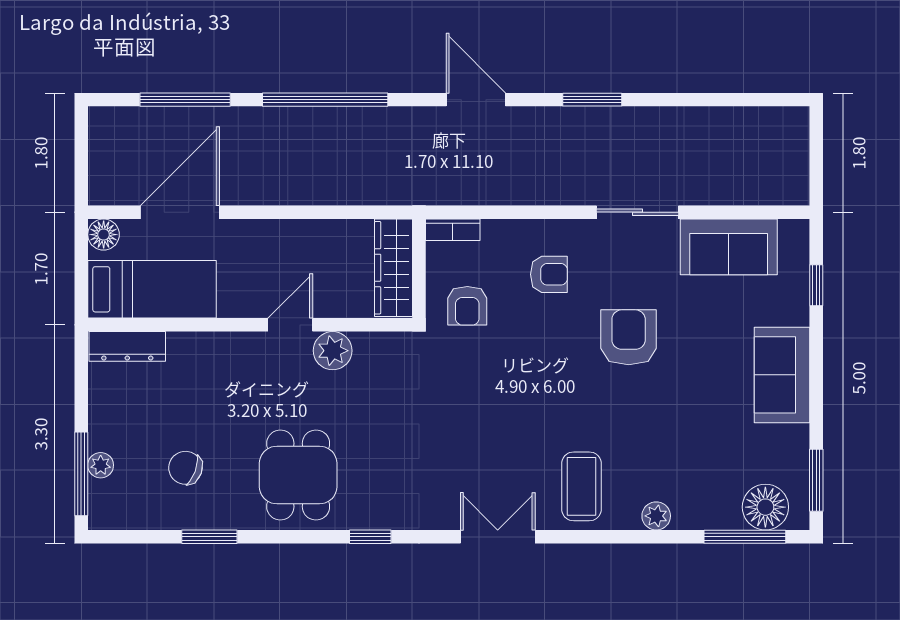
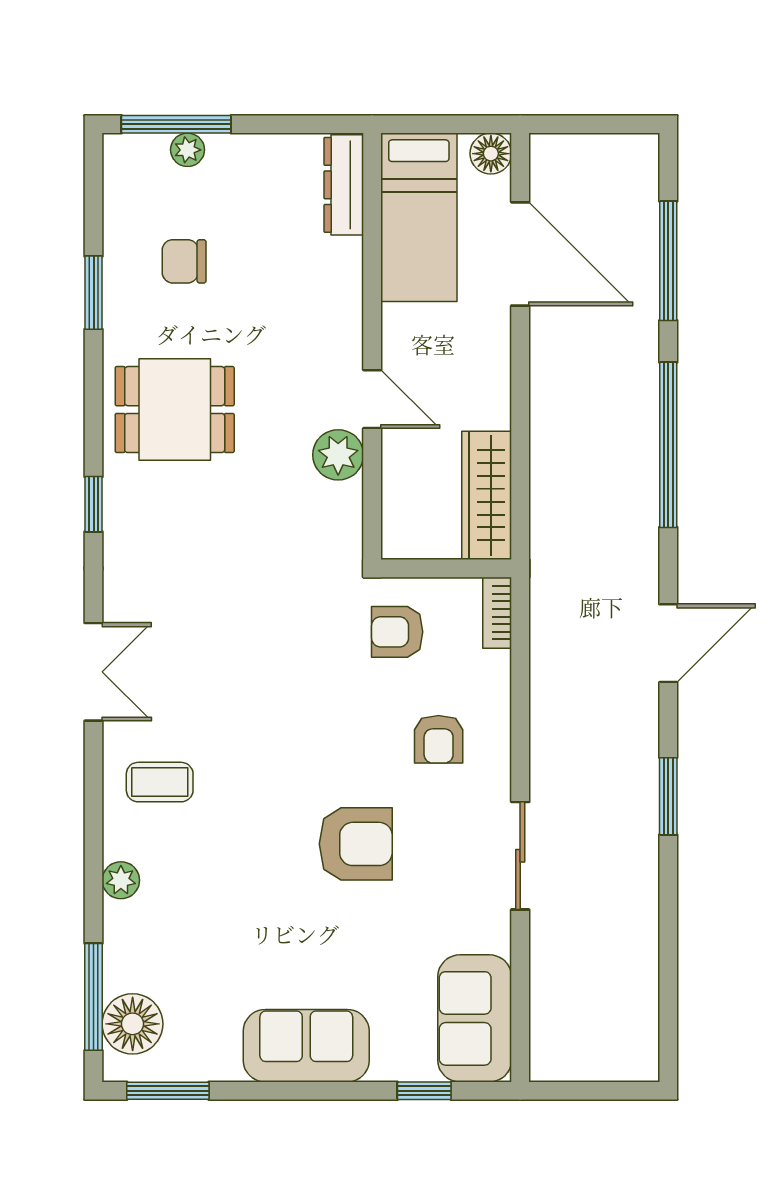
sofa: (729, 247) -> (475, 1018), moved
wardrobe: (393, 268) -> (487, 495), moved, turned -90
chair: (185, 468) -> (184, 261), turned -110
coffee table: (581, 486) -> (160, 782), width x0.73, depth x0.77

